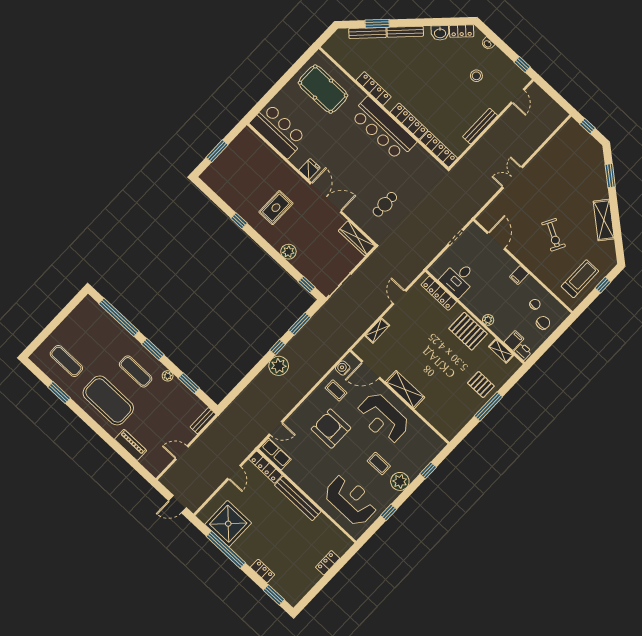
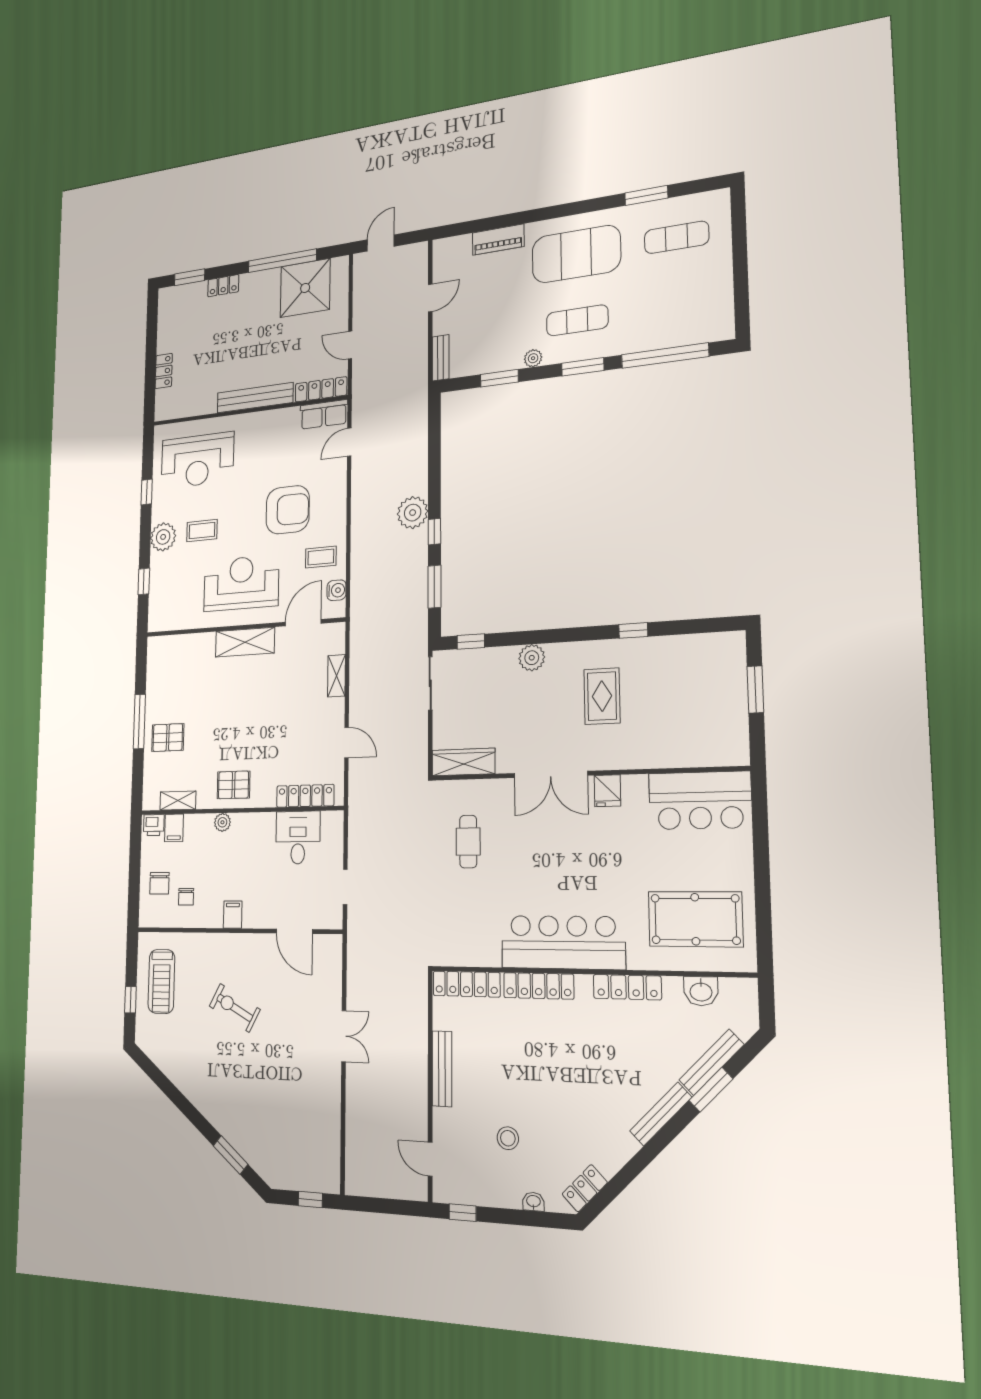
washbasin: (440, 33) -> (701, 991), moved, turned -135
shelving: (604, 220) -> (193, 1086), removed
pallet: (468, 331) -> (233, 785), width x0.67, depth x0.71

